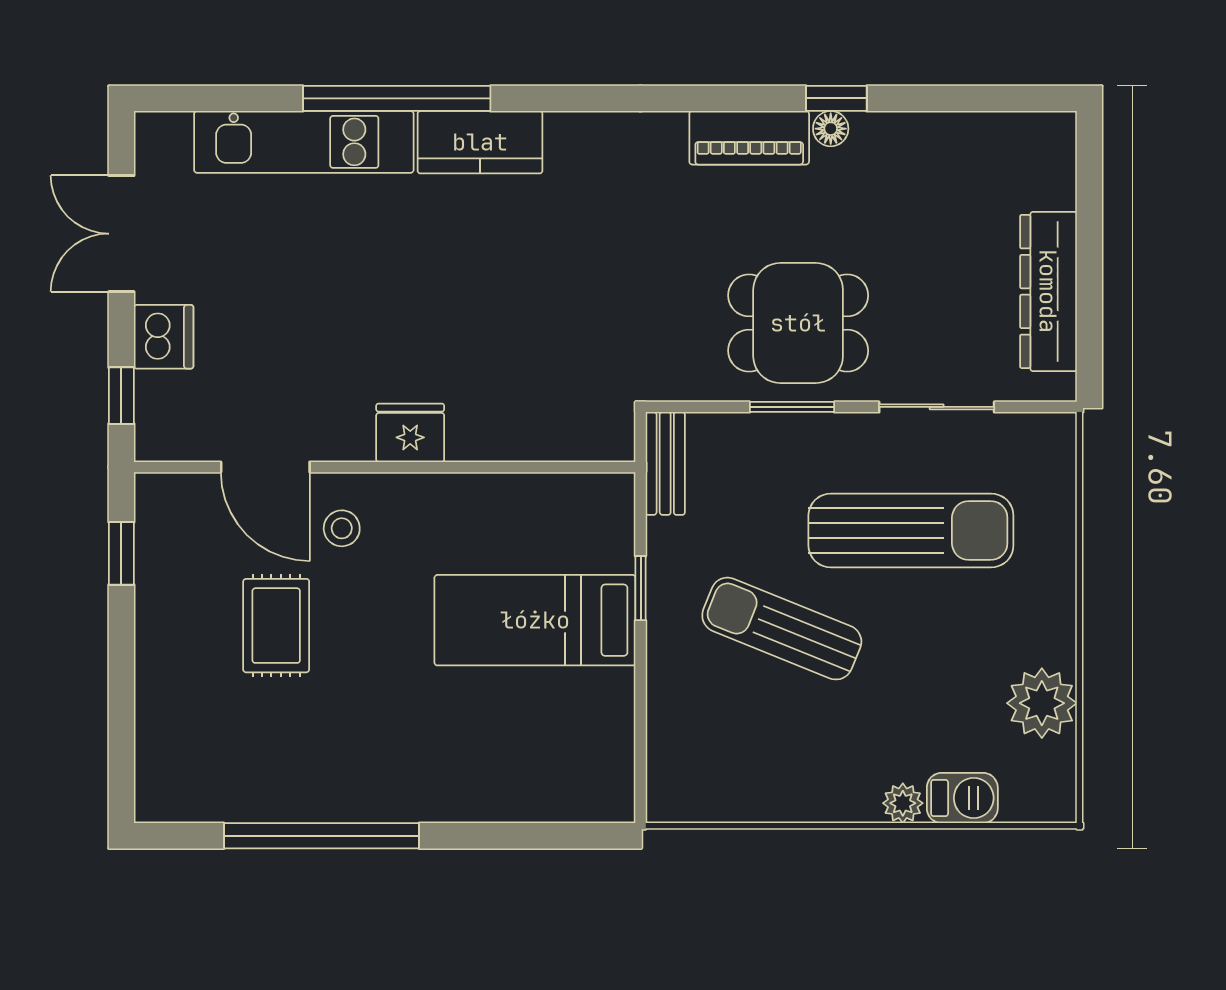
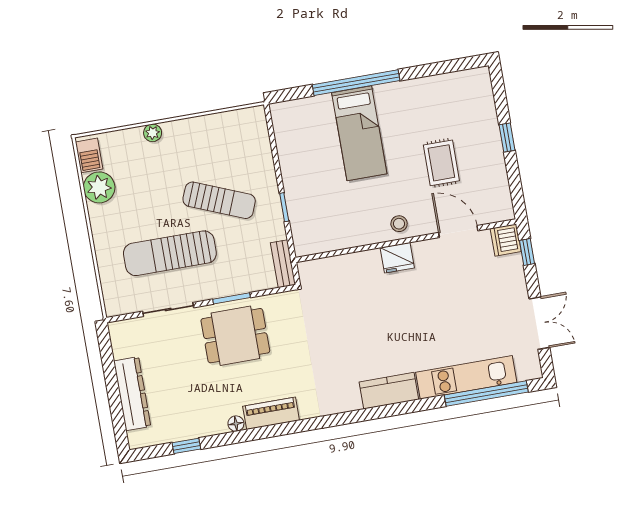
window: (397, 98) -> (486, 394), moved
window: (836, 98) -> (186, 446), moved
dresser: (1048, 291) -> (132, 394), moved
dishwasher: (164, 337) -> (506, 240), moved
stool: (342, 528) -> (399, 224), moved
window: (121, 553) -> (507, 137), moved
bed: (535, 620) -> (359, 133), moved, turned 90
barbecue: (962, 798) -> (89, 155), moved, turned -90
window: (321, 836) -> (356, 83), moved

